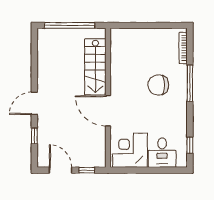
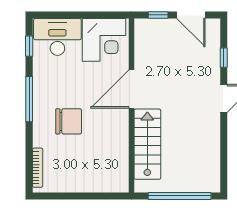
window: (190, 83) -> (29, 99), moved
door: (108, 111) -> (132, 89), swing flipped
desk: (162, 153) -> (57, 37), width x1.37

